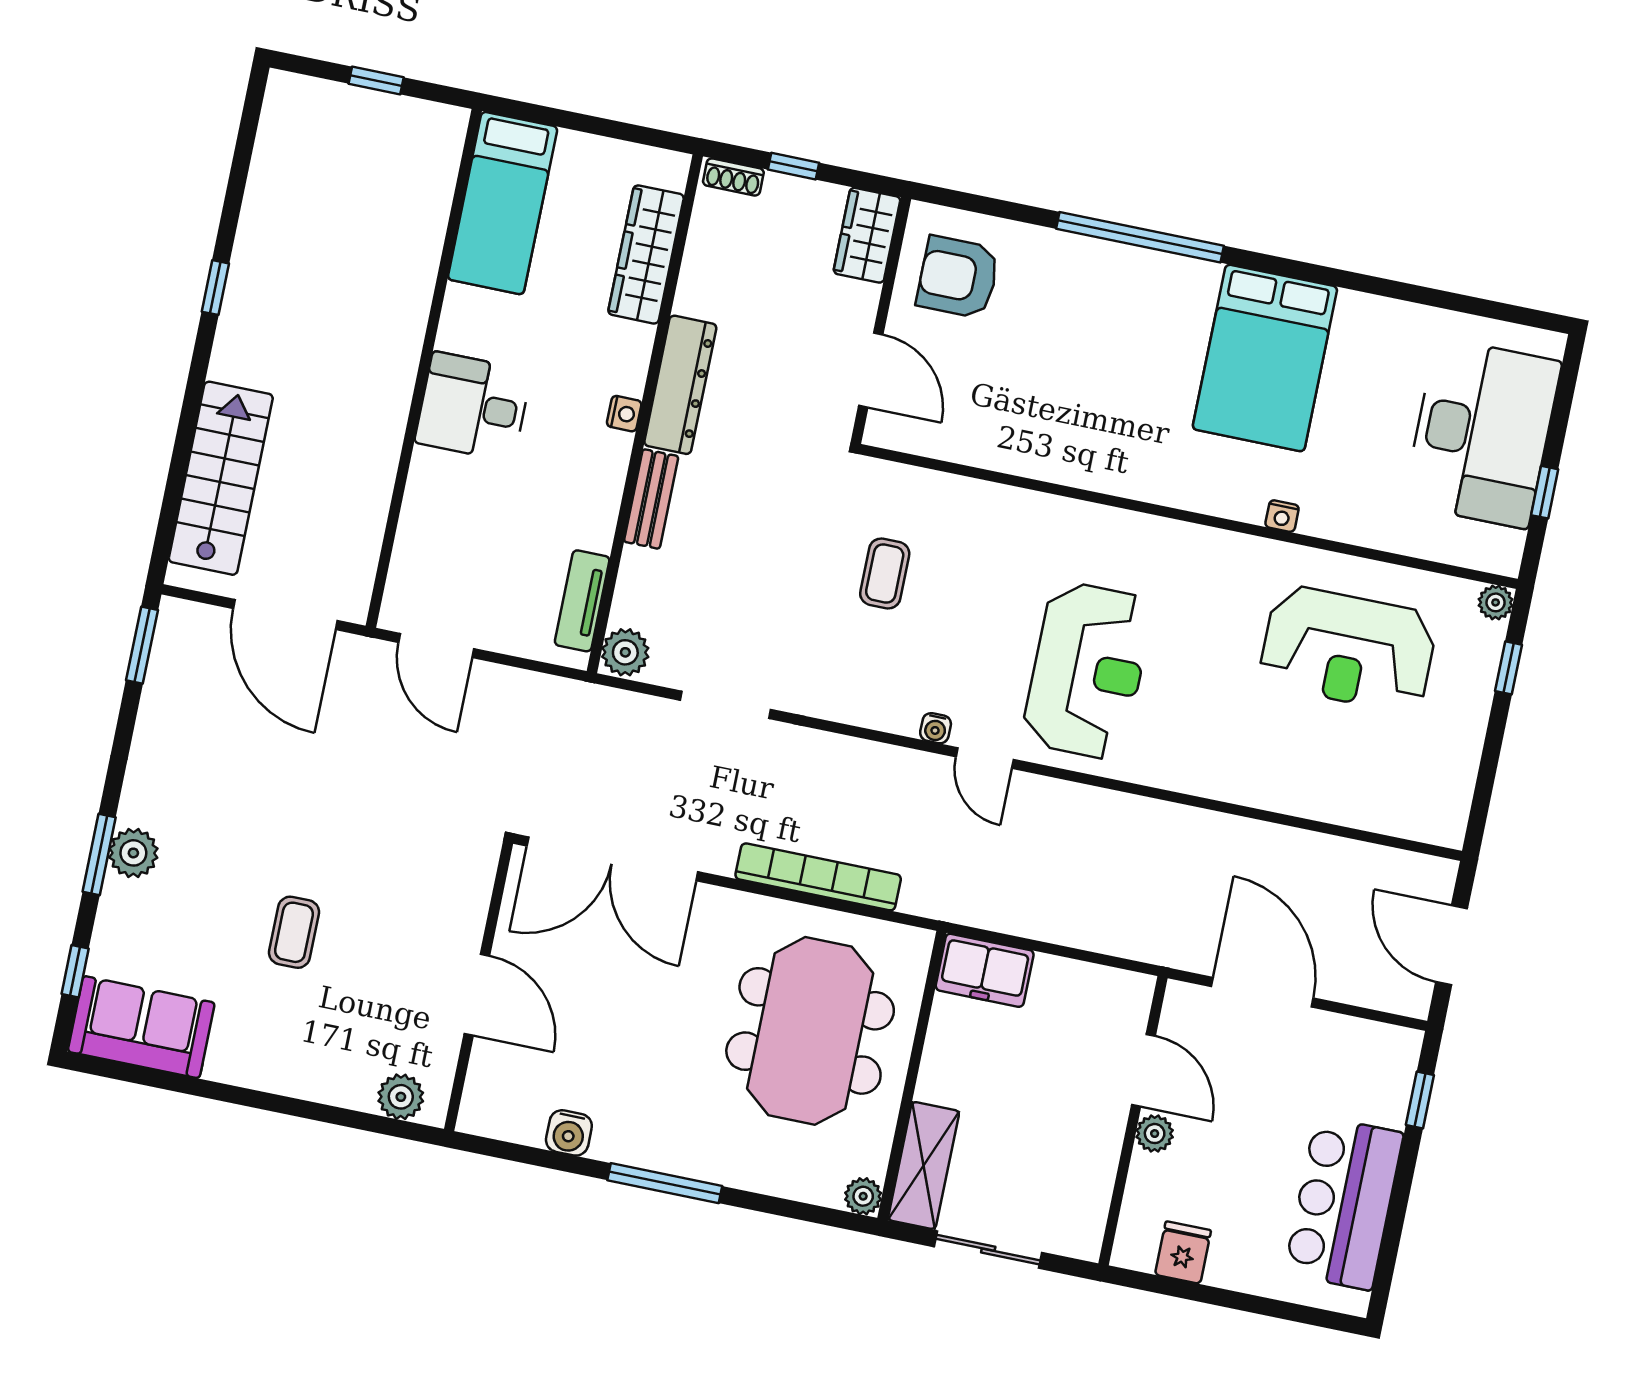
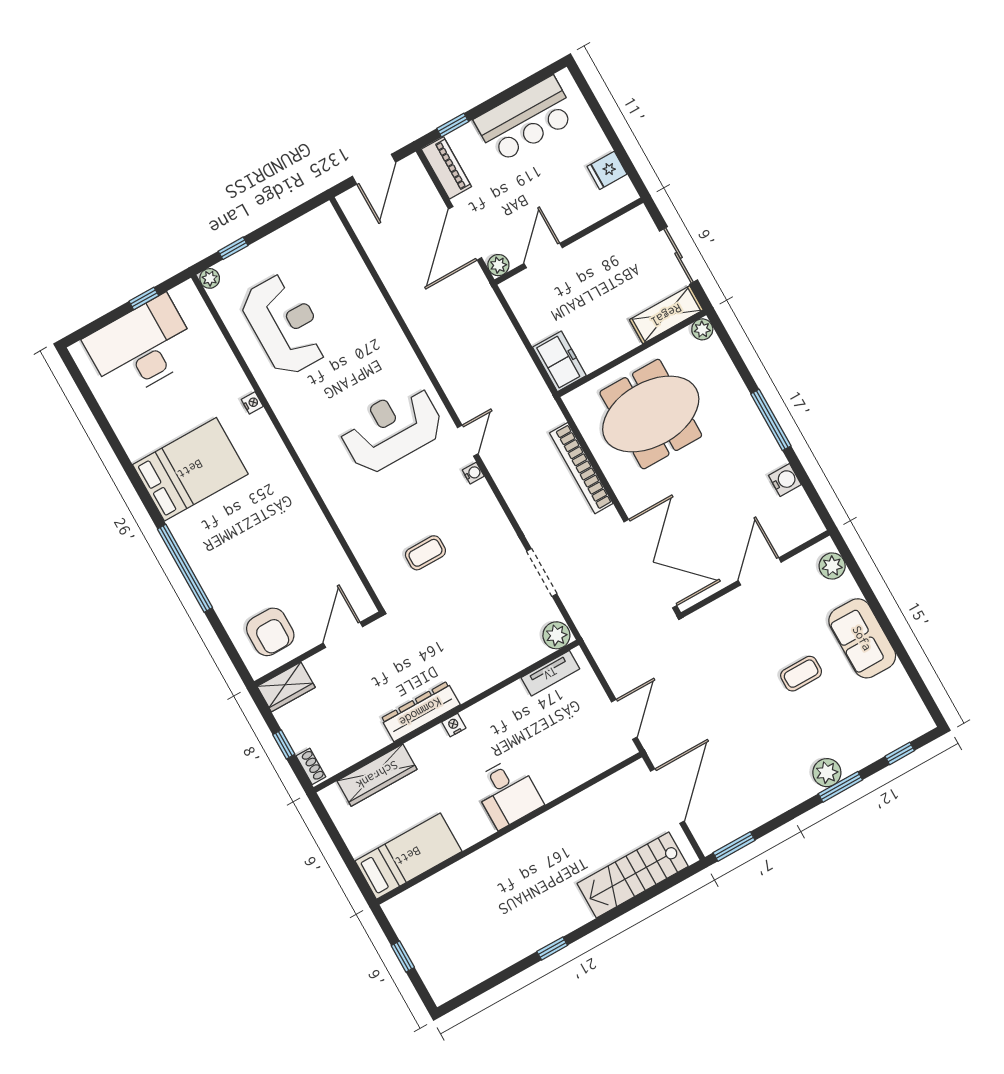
bench: (651, 499) -> (481, 681), removed
sofa: (141, 1027) -> (862, 638), moved
piano: (1370, 1043) -> (446, 168), added
plant: (1155, 1134) -> (498, 265), moved

